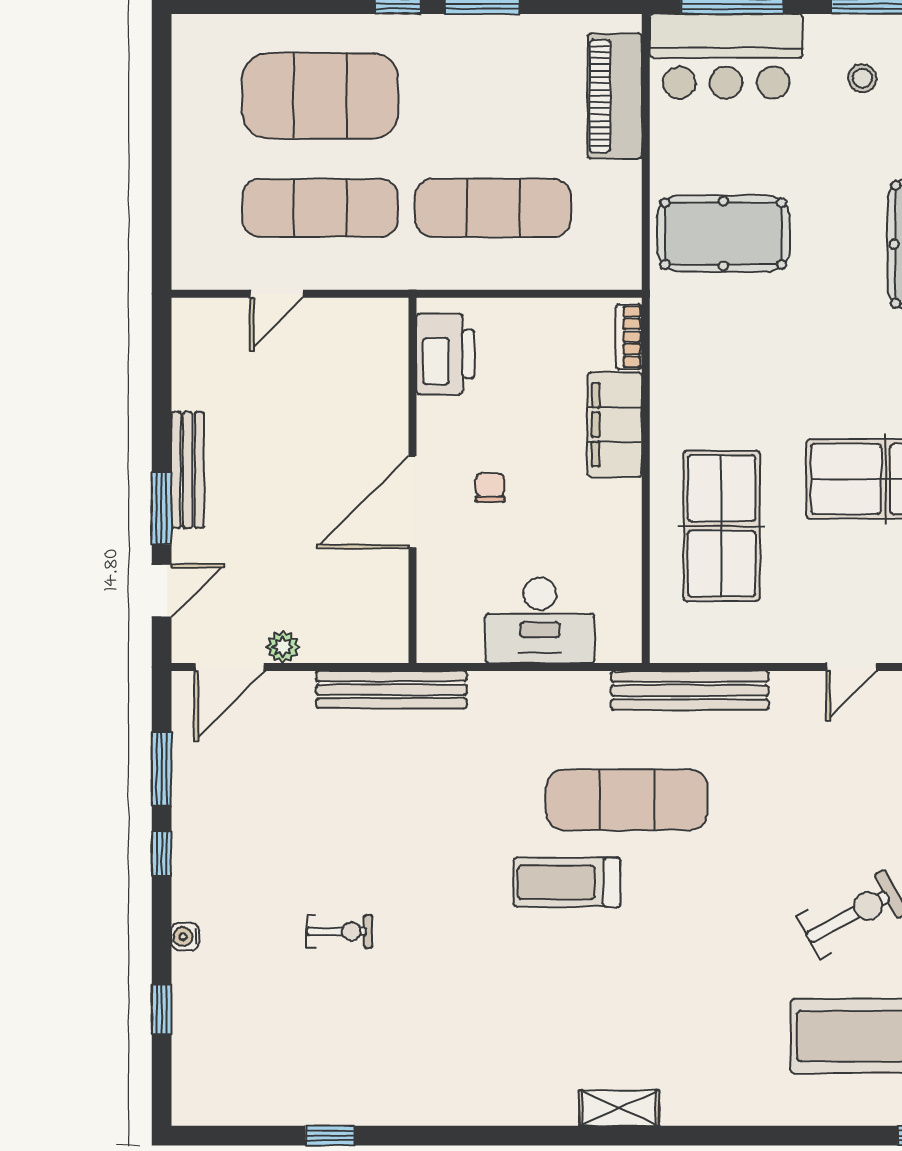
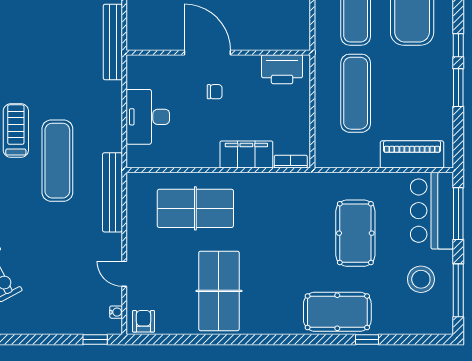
stool: (862, 78) -> (421, 279), width x1.89, depth x1.89
pool table: (723, 234) -> (355, 233), moved

